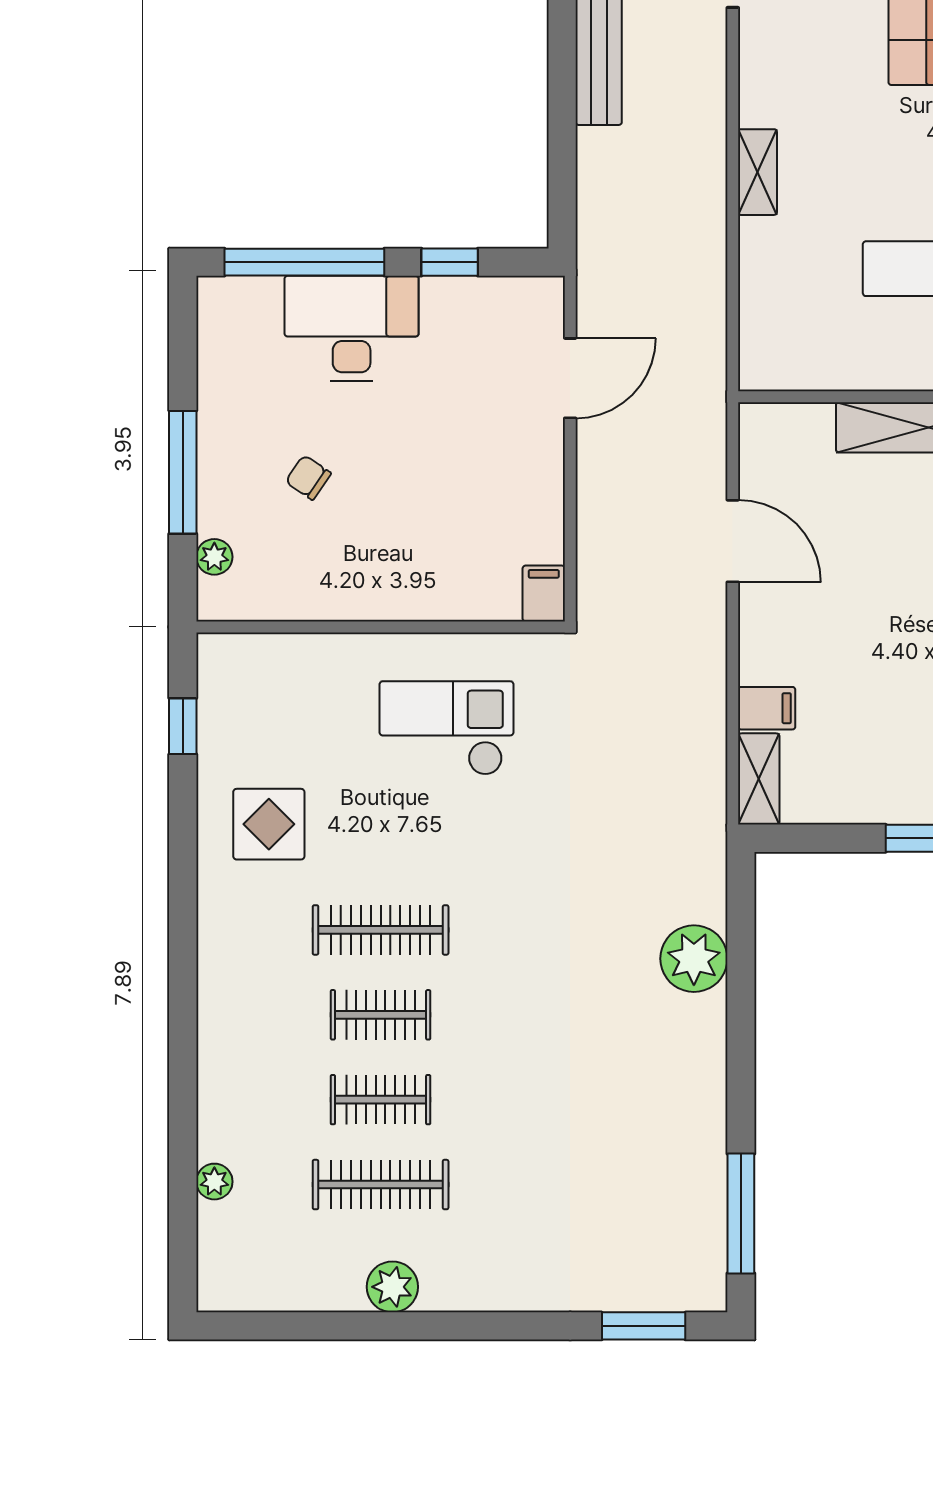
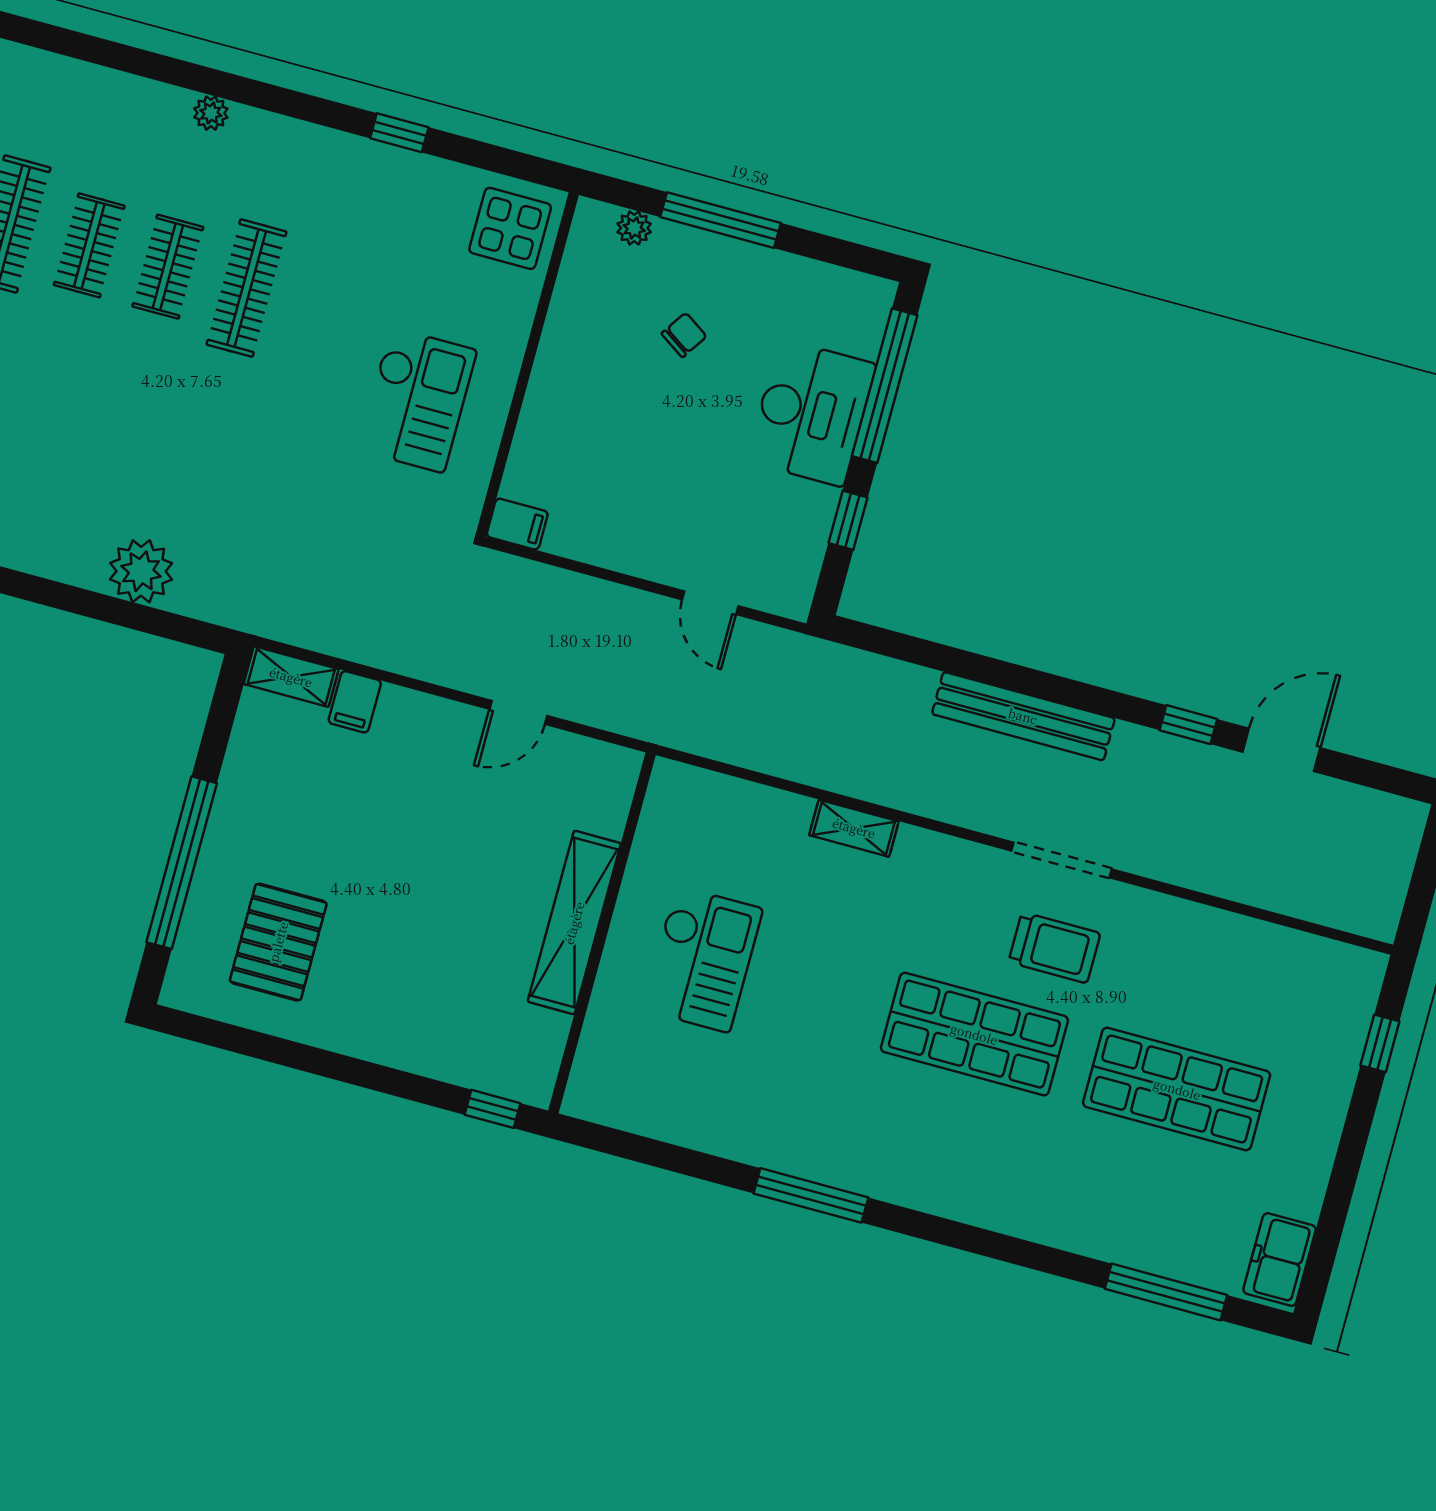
door: (570, 378) -> (710, 603), width x0.73
door: (733, 541) -> (518, 712), width x0.73
window: (183, 726) -> (399, 133), moved
display table: (269, 824) -> (510, 228), moved
plant: (214, 1182) -> (211, 113), moved

